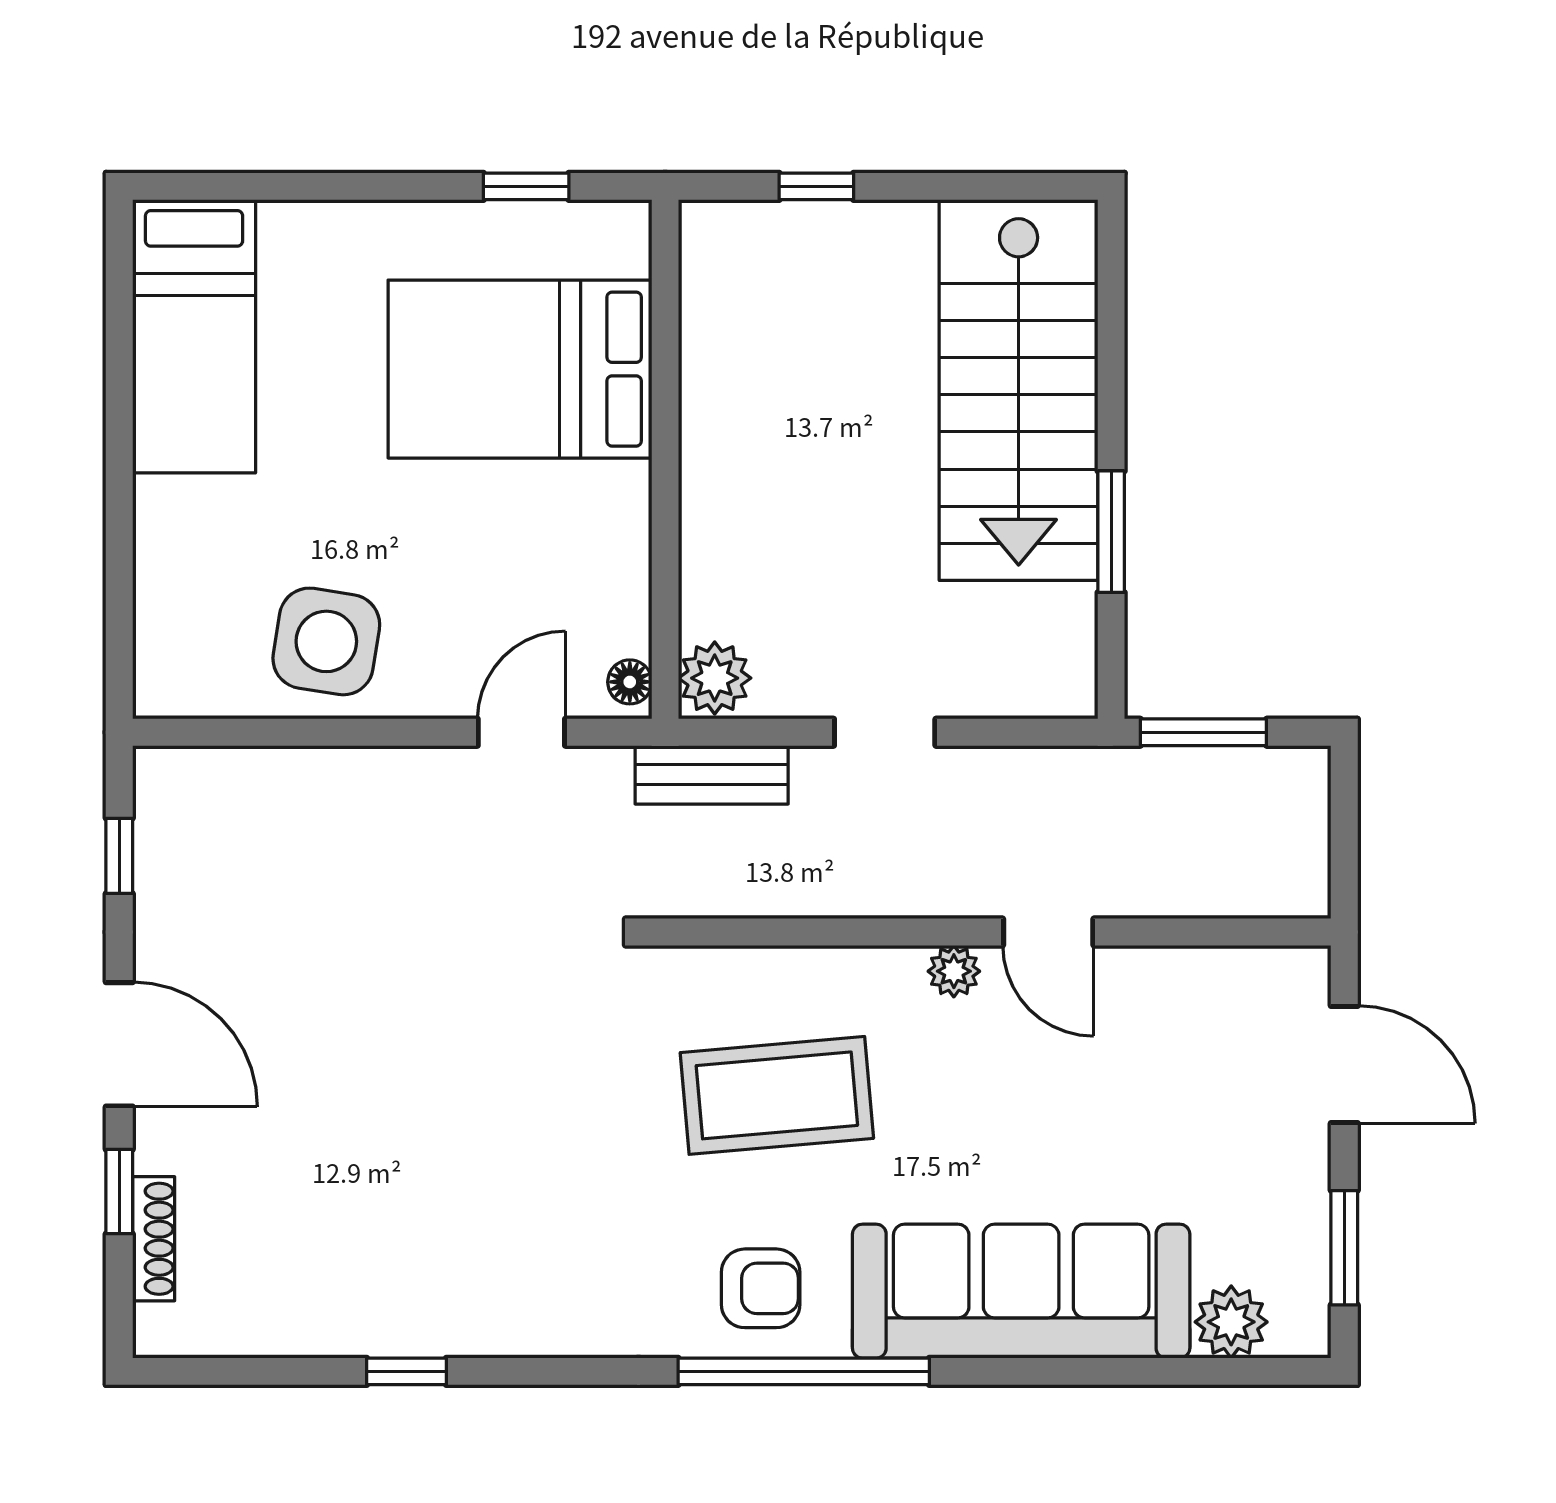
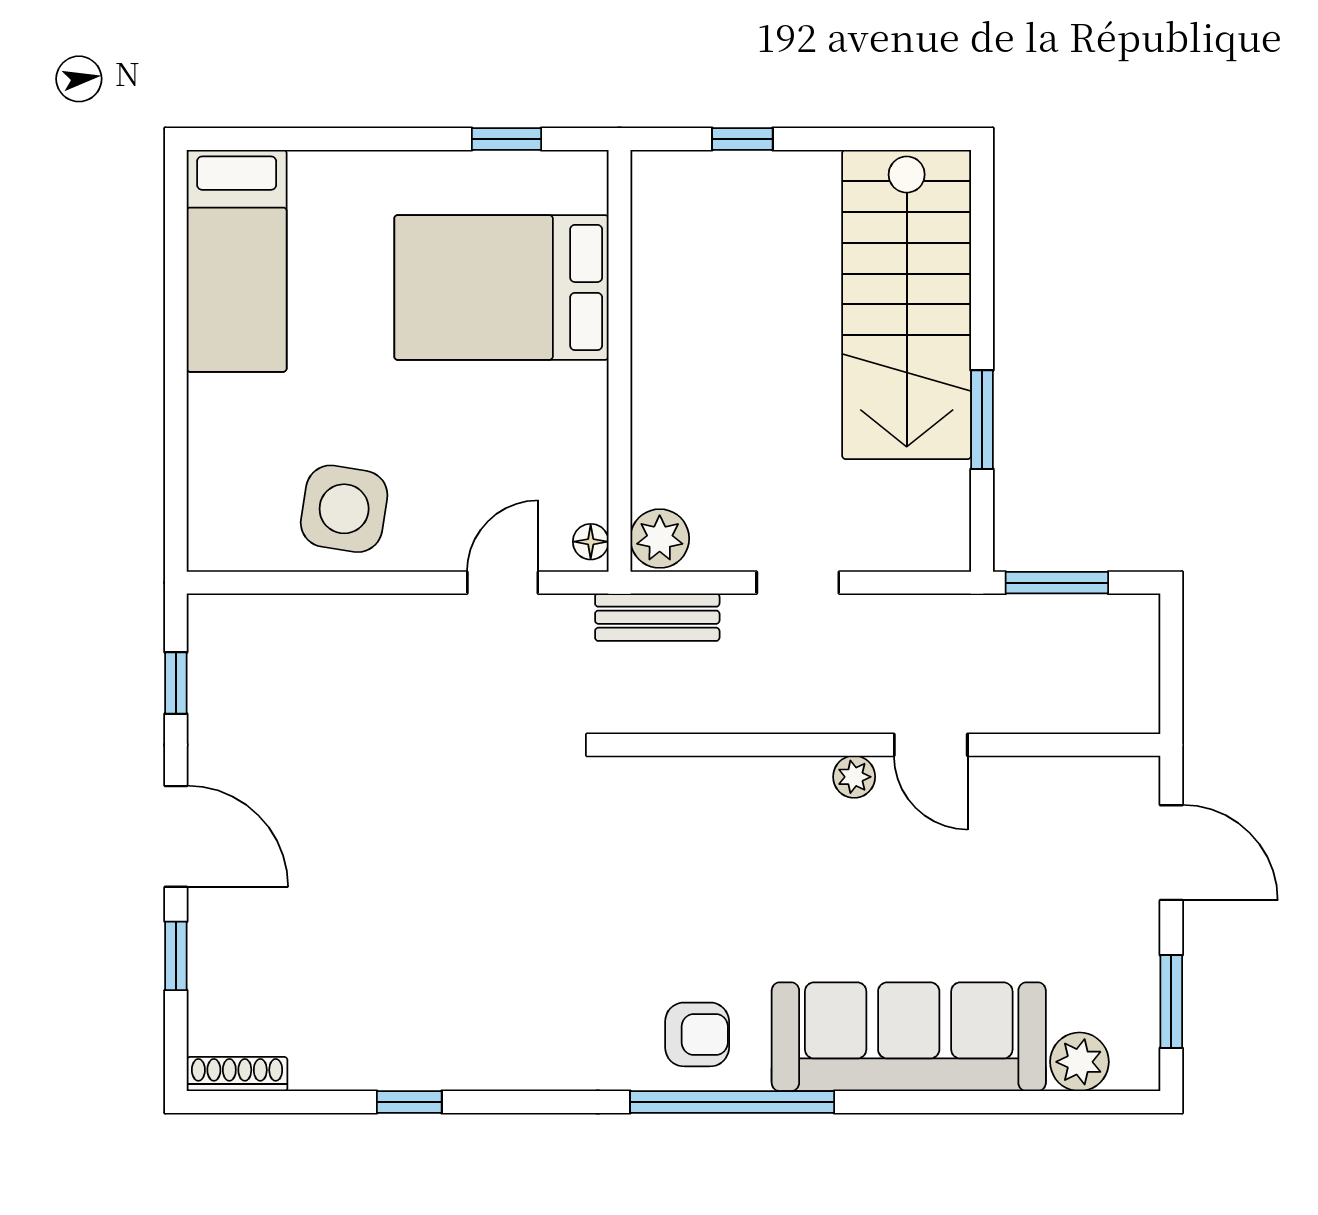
coffee table: (777, 1095) -> (710, 878), removed
shoe rack: (154, 1239) -> (237, 1074), moved, turned -90

